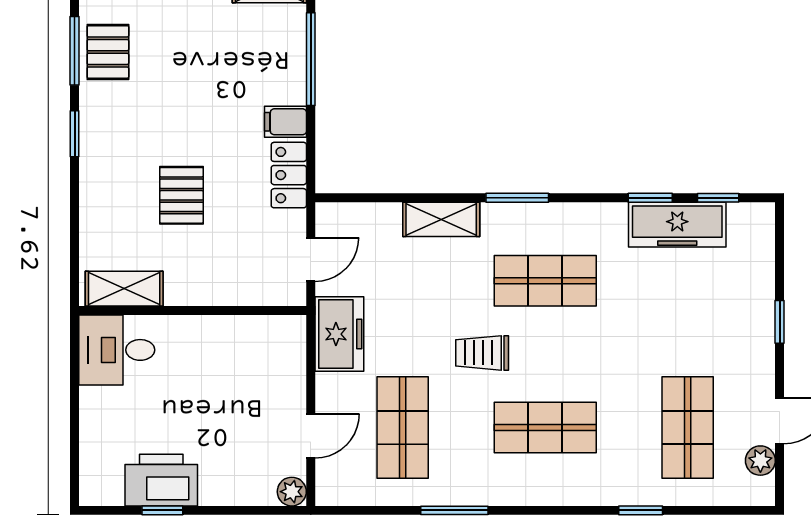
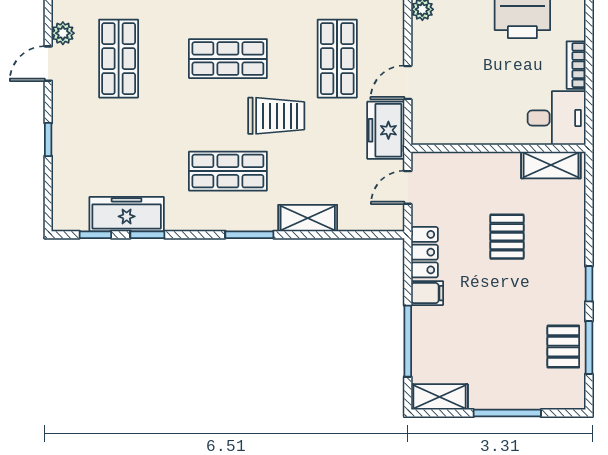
trolley: (482, 353) -> (276, 116), width x1.36, depth x1.39
bookcase: (91, 419) -> (576, 65), added
door: (311, 436) -> (408, 82), moved

